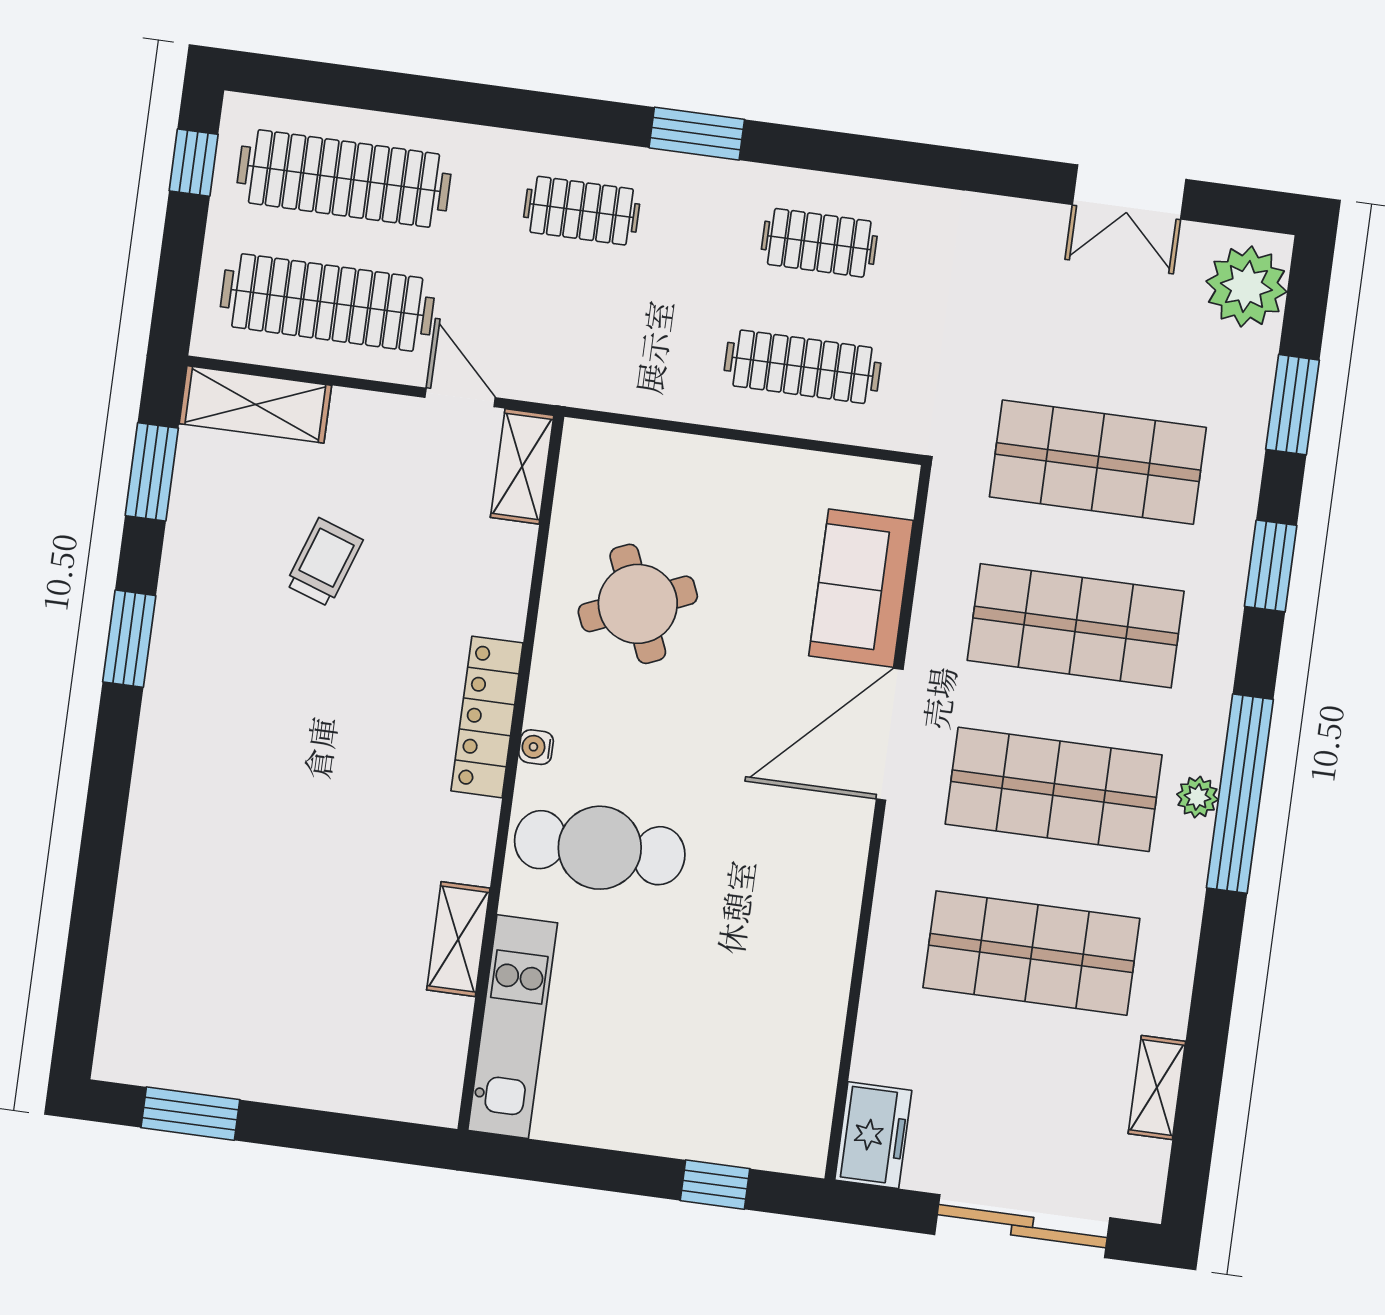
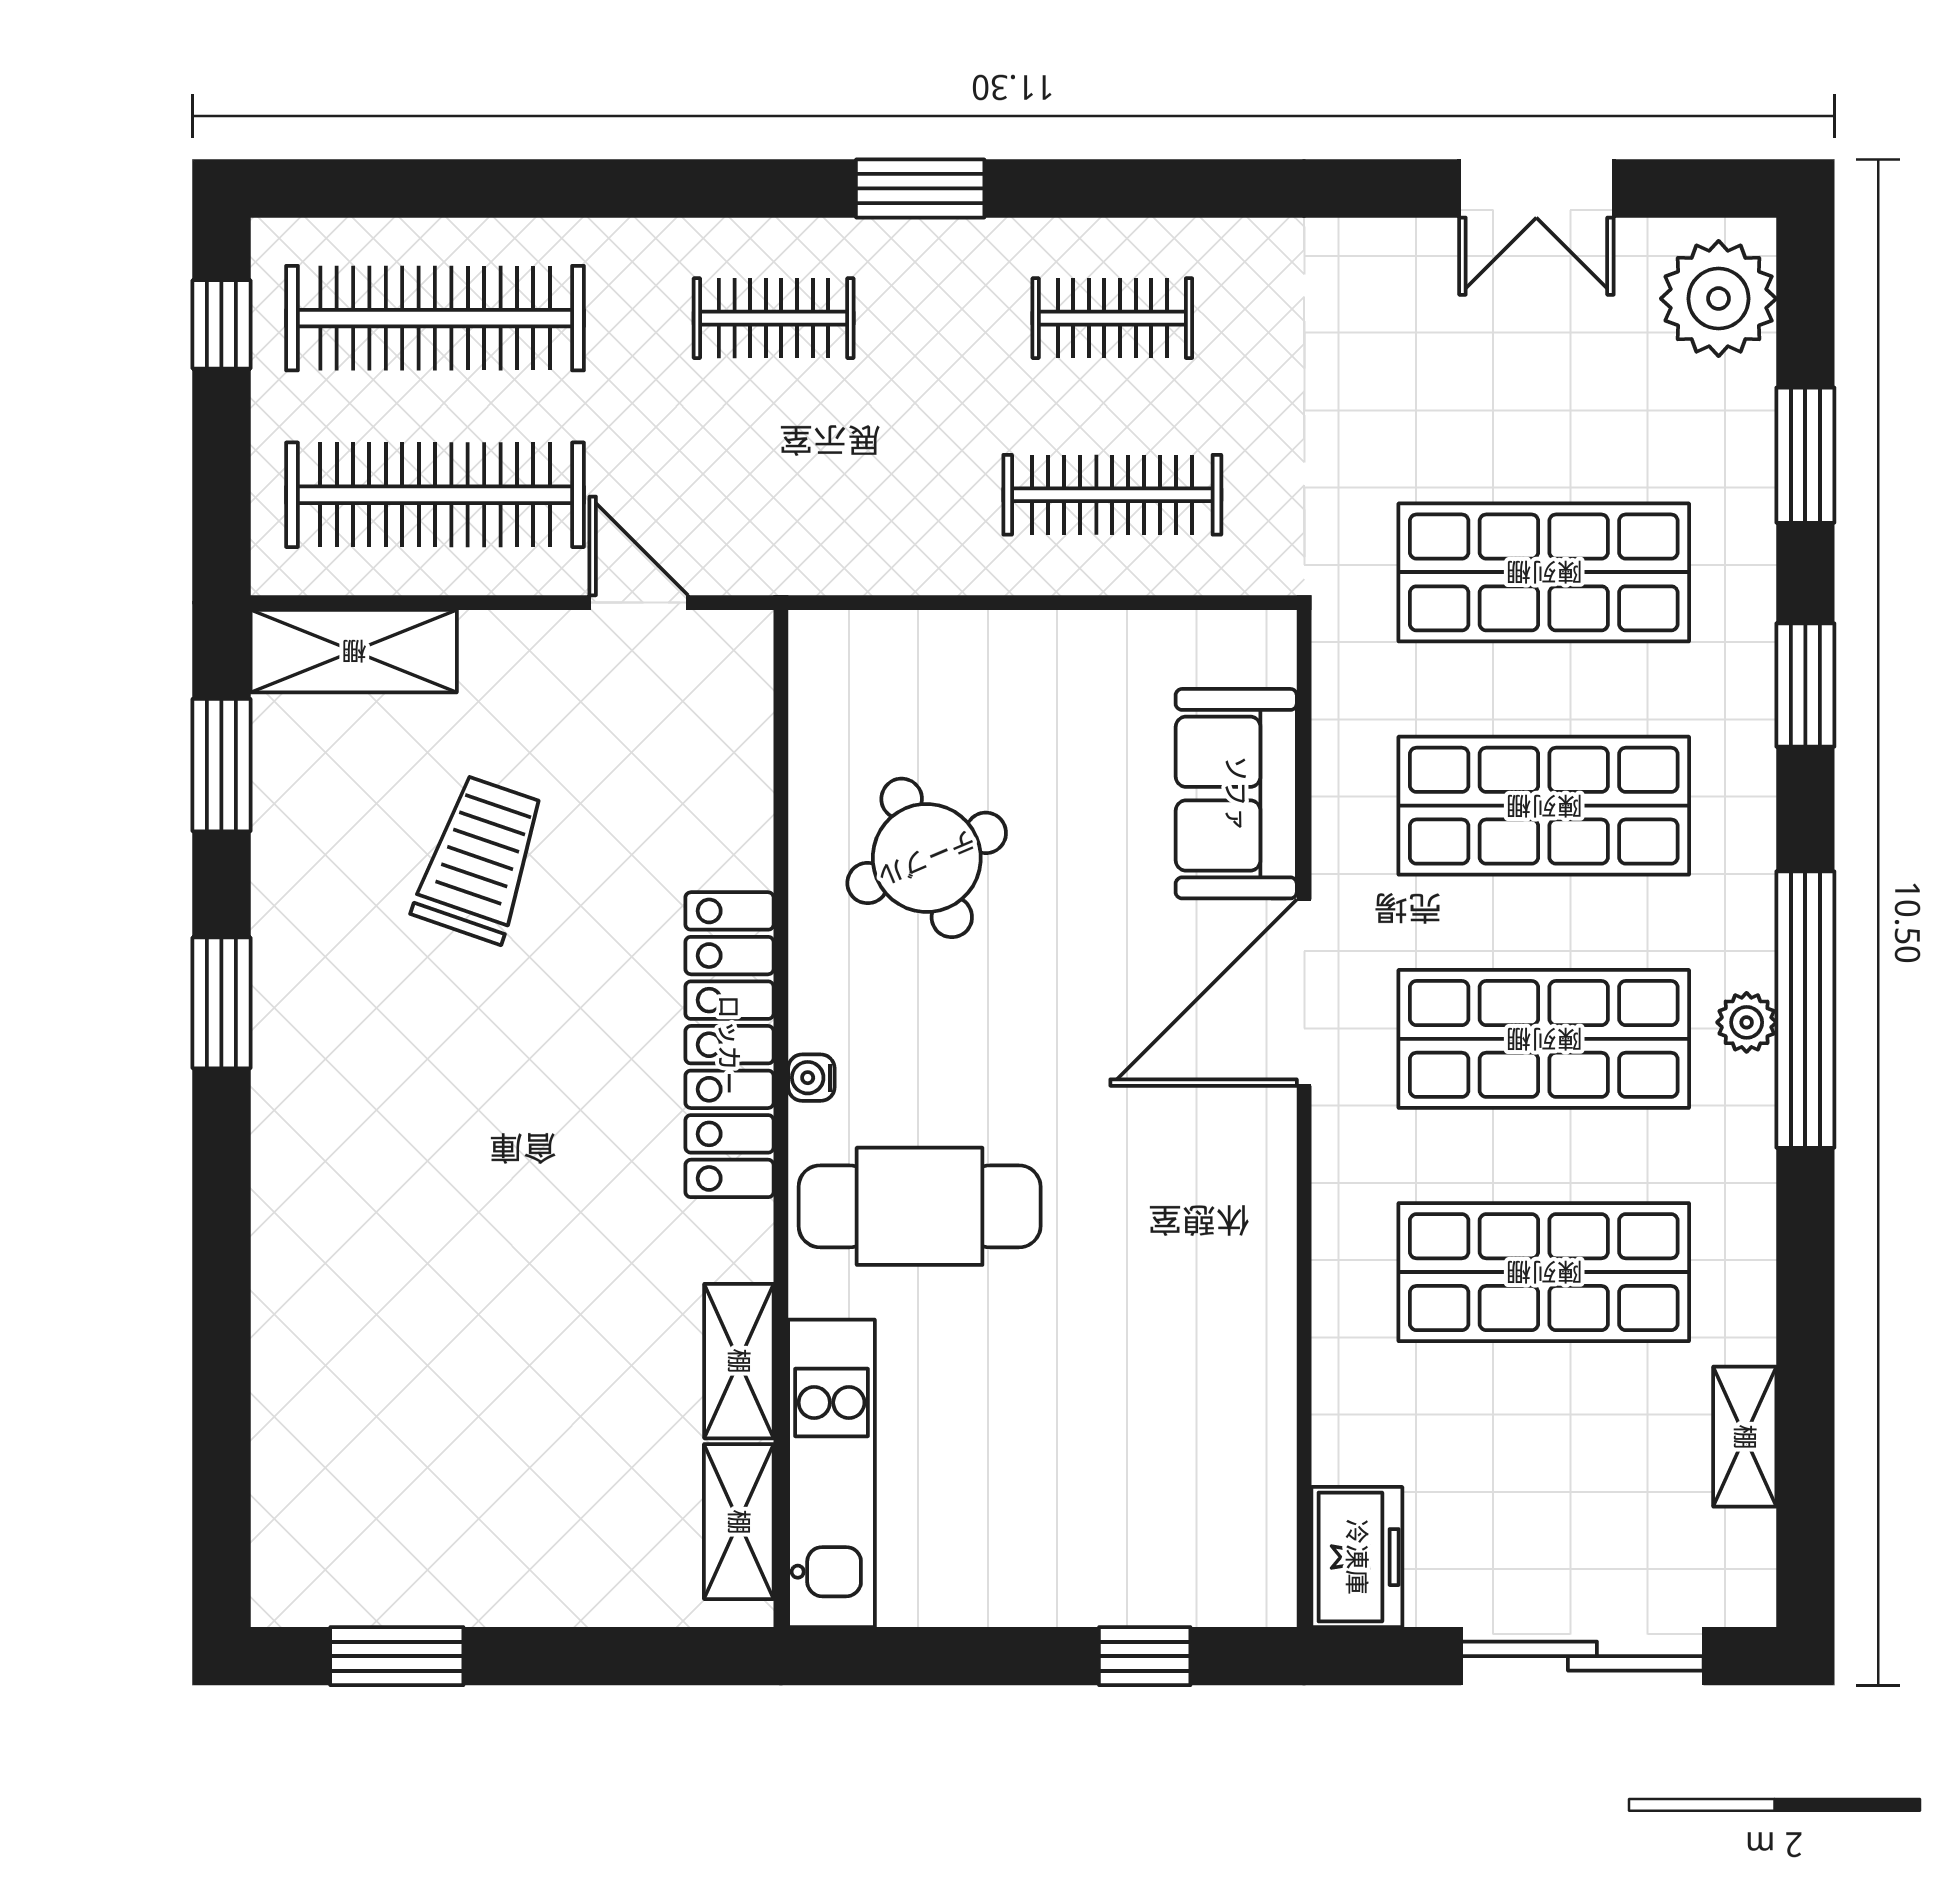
shelving: (522, 466) -> (739, 1522), moved
trolley: (324, 562) -> (480, 859), width x1.36, depth x1.39
locker: (487, 717) -> (729, 1045), width x1.41, depth x1.21

